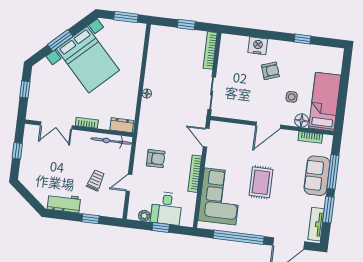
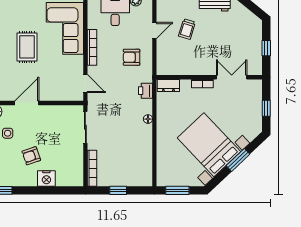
printer: (146, 123) -> (145, 91), added
bicycle: (111, 141) -> (177, 69), removed

